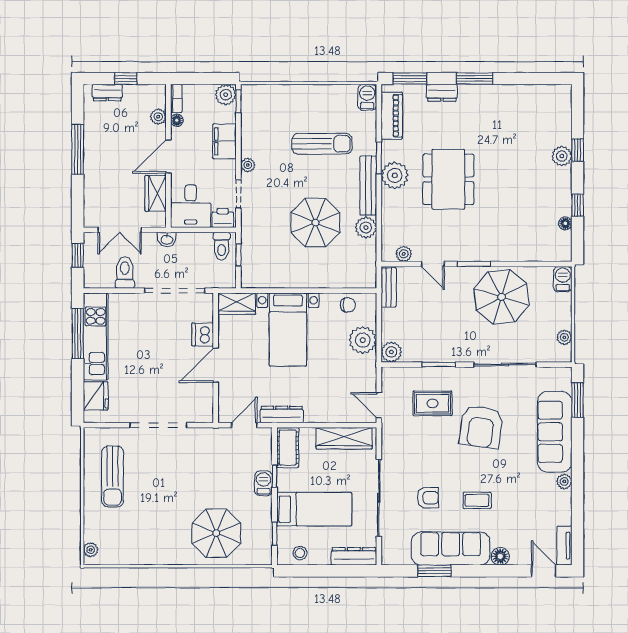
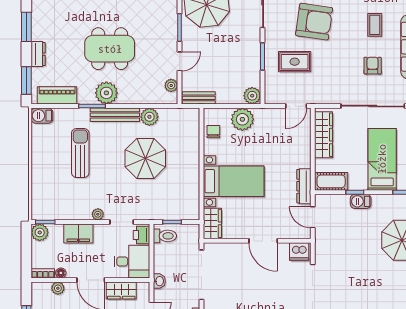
dishwasher: (203, 335) -> (299, 252), moved
rug: (433, 403) -> (295, 62), turned 90

